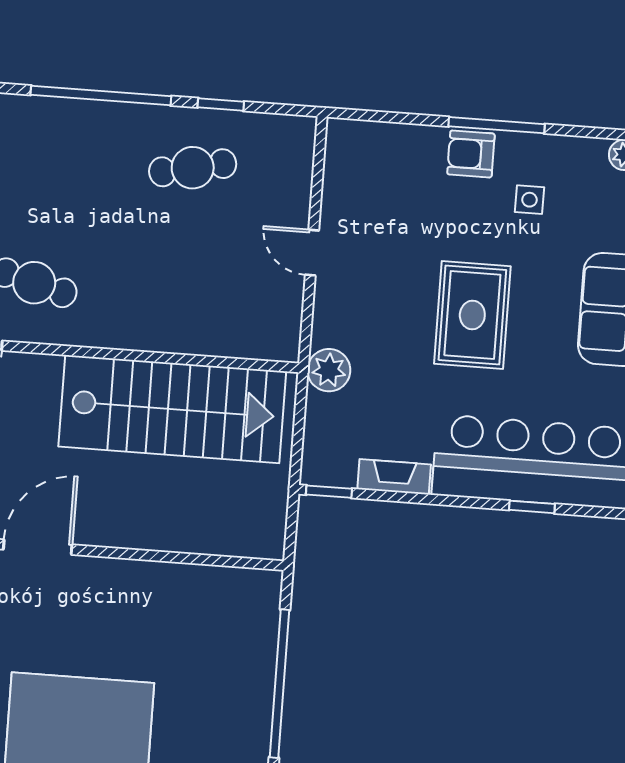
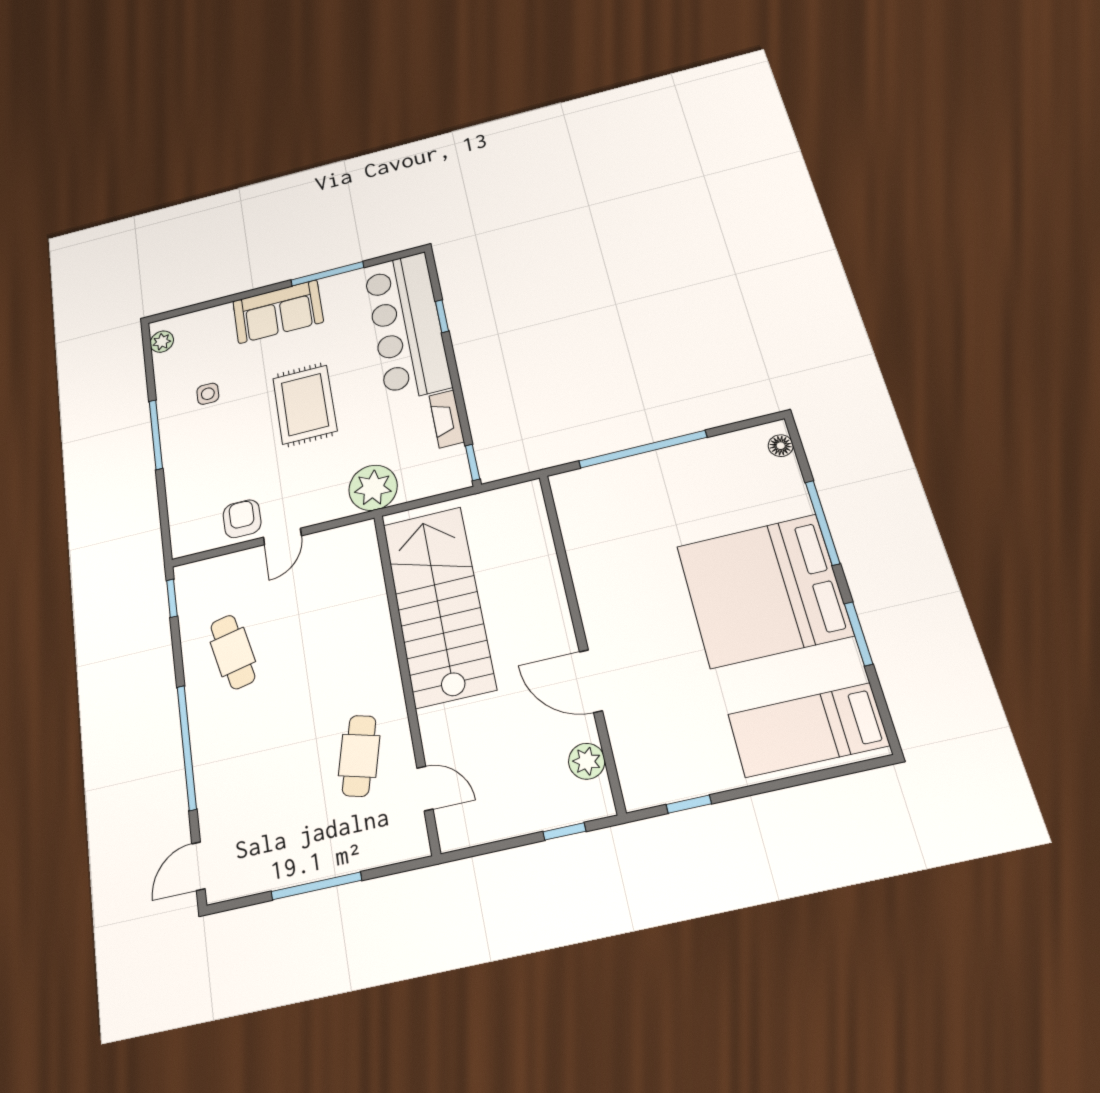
window: (221, 104) -> (172, 598), moved
armchair: (471, 154) -> (242, 519), moved, turned 180
rug: (472, 315) -> (305, 404), turned 90
plant: (329, 370) -> (373, 488), width x1.36, depth x1.36

